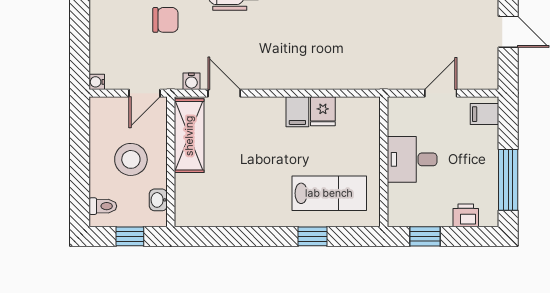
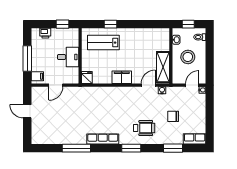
door: (145, 93) -> (192, 85), moved
door: (224, 93) -> (148, 85), swing flipped
fridge: (323, 111) -> (87, 77), moved
filing cabinet: (297, 112) -> (122, 77), width x2.00
window: (508, 180) -> (27, 58), moved

